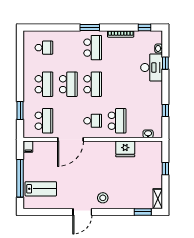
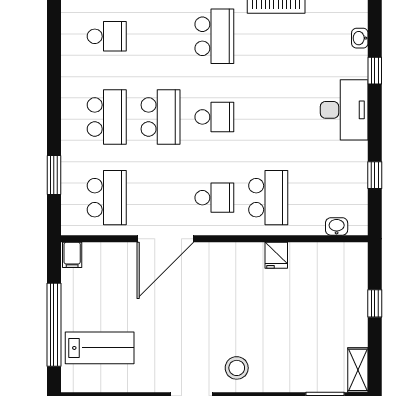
desk: (152, 67) -> (344, 110), moved
school desk: (93, 84) -> (214, 117), width x0.54
fridge: (125, 149) -> (276, 255), width x0.53, depth x0.75

